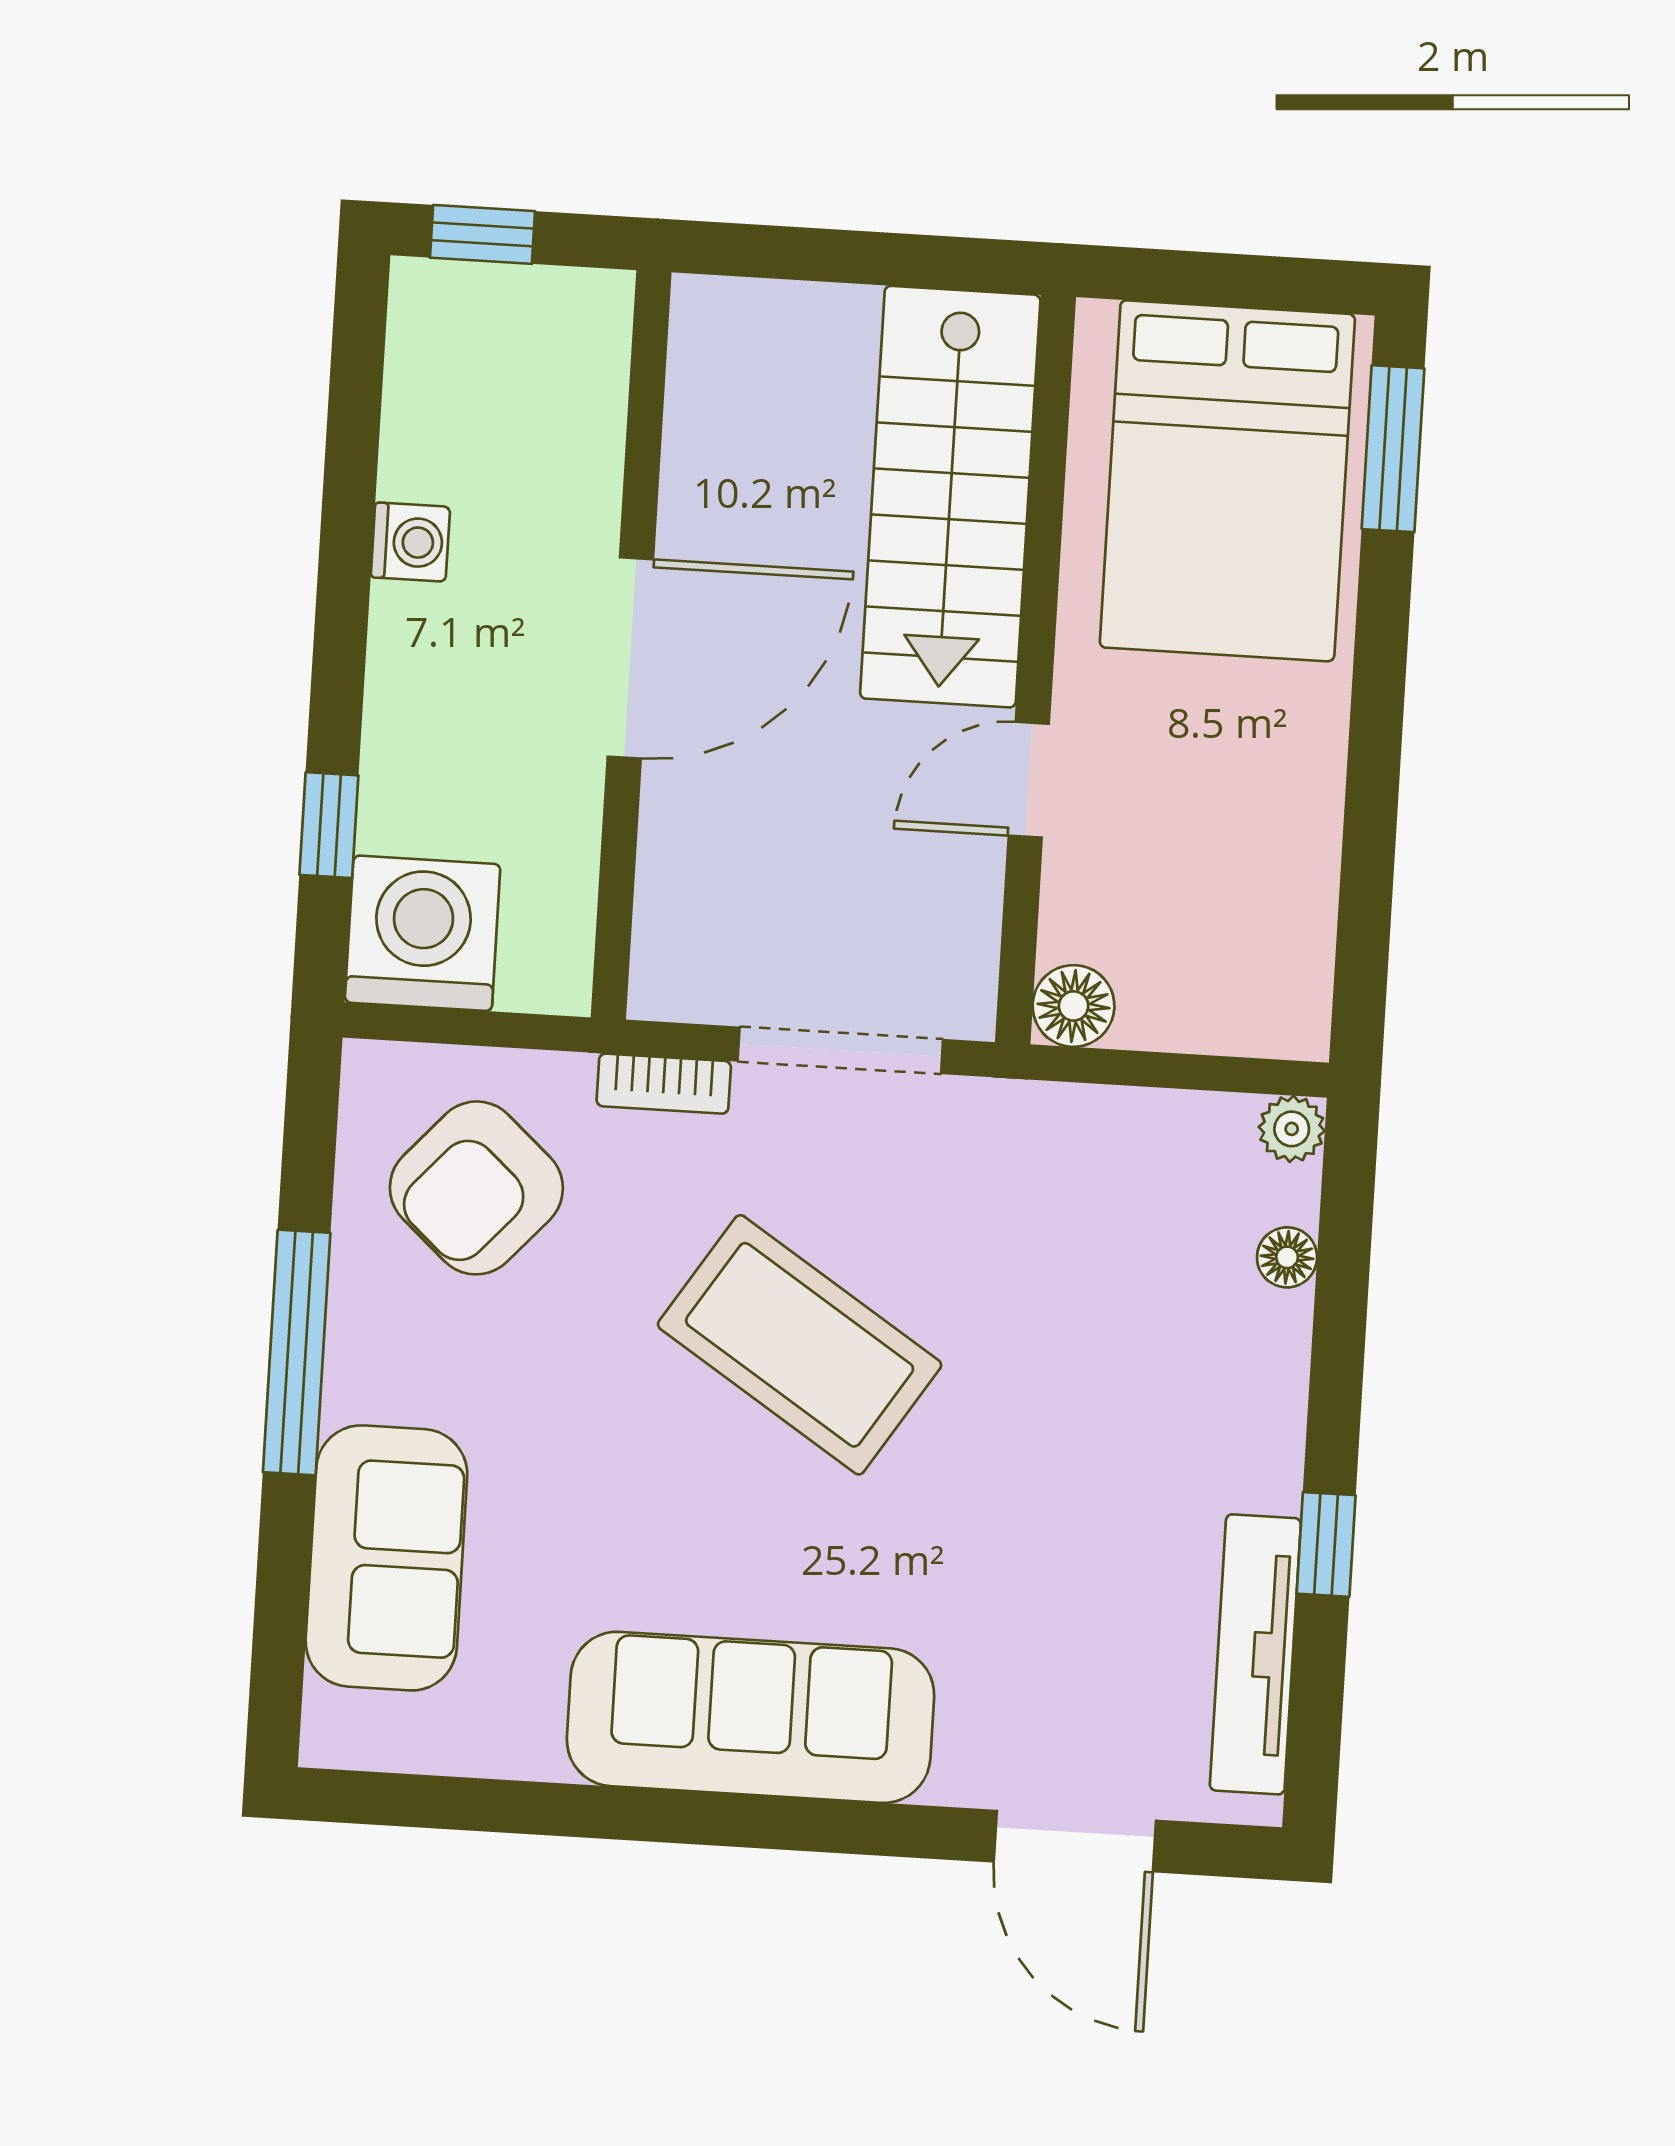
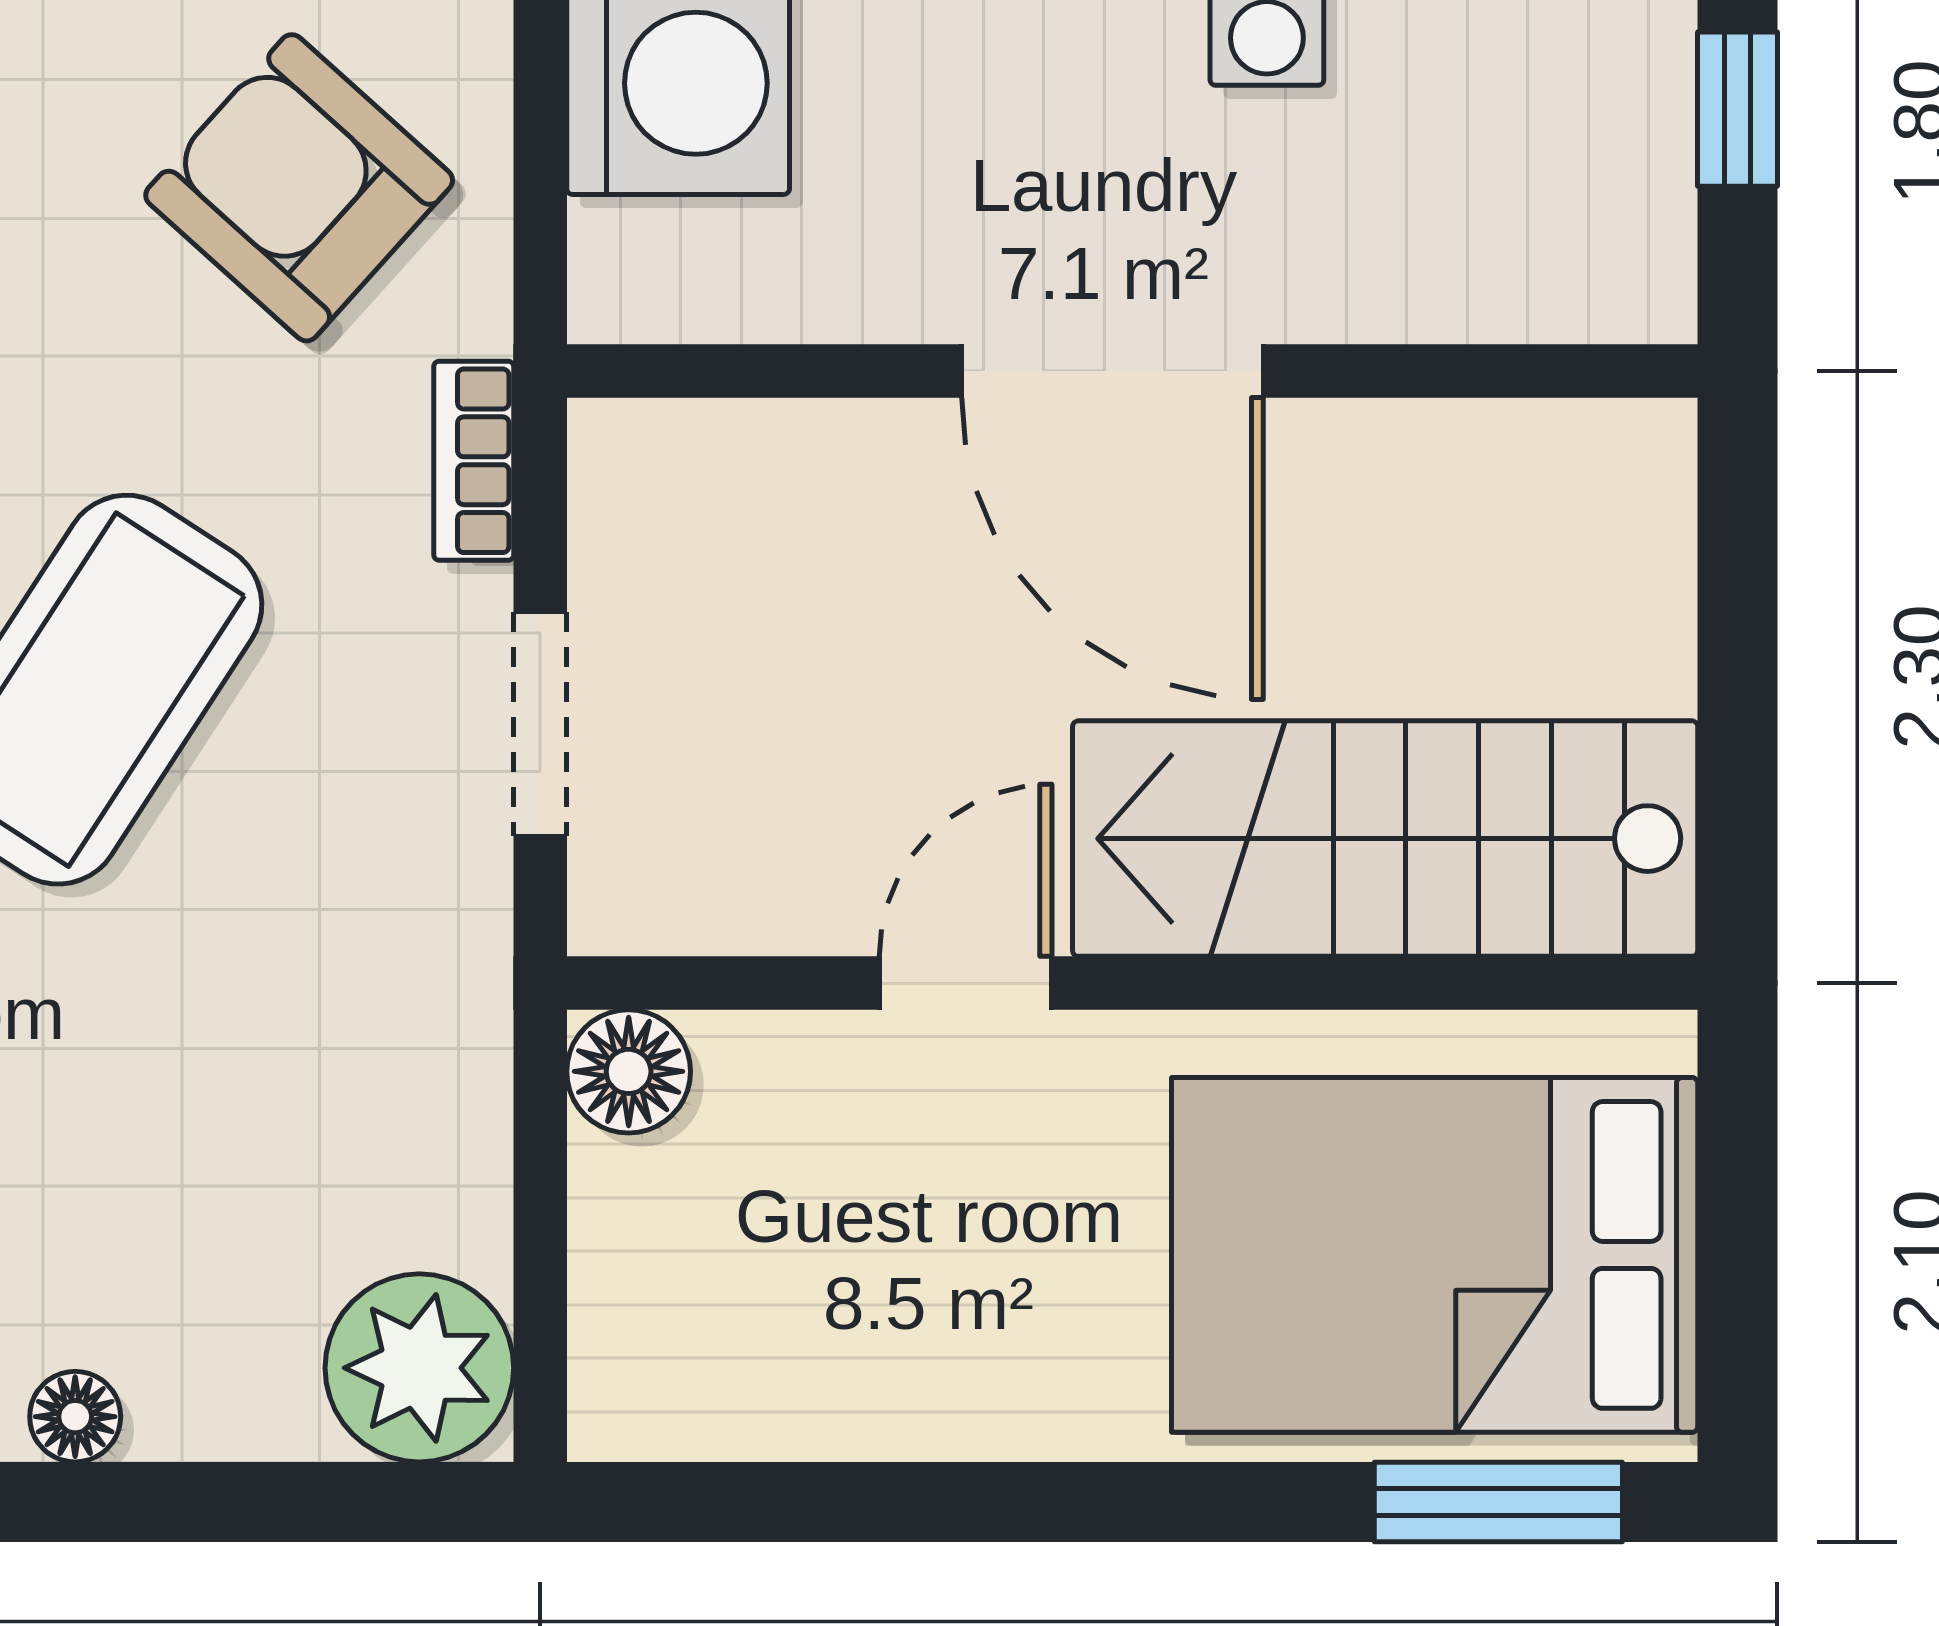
door: (1029, 780) -> (966, 983), hinge flipped
doorway: (840, 1050) -> (540, 724), width x0.73
plant: (1292, 1129) -> (419, 1368), width x1.88, depth x1.88
floor lamp: (1287, 1257) -> (75, 1417), moved

